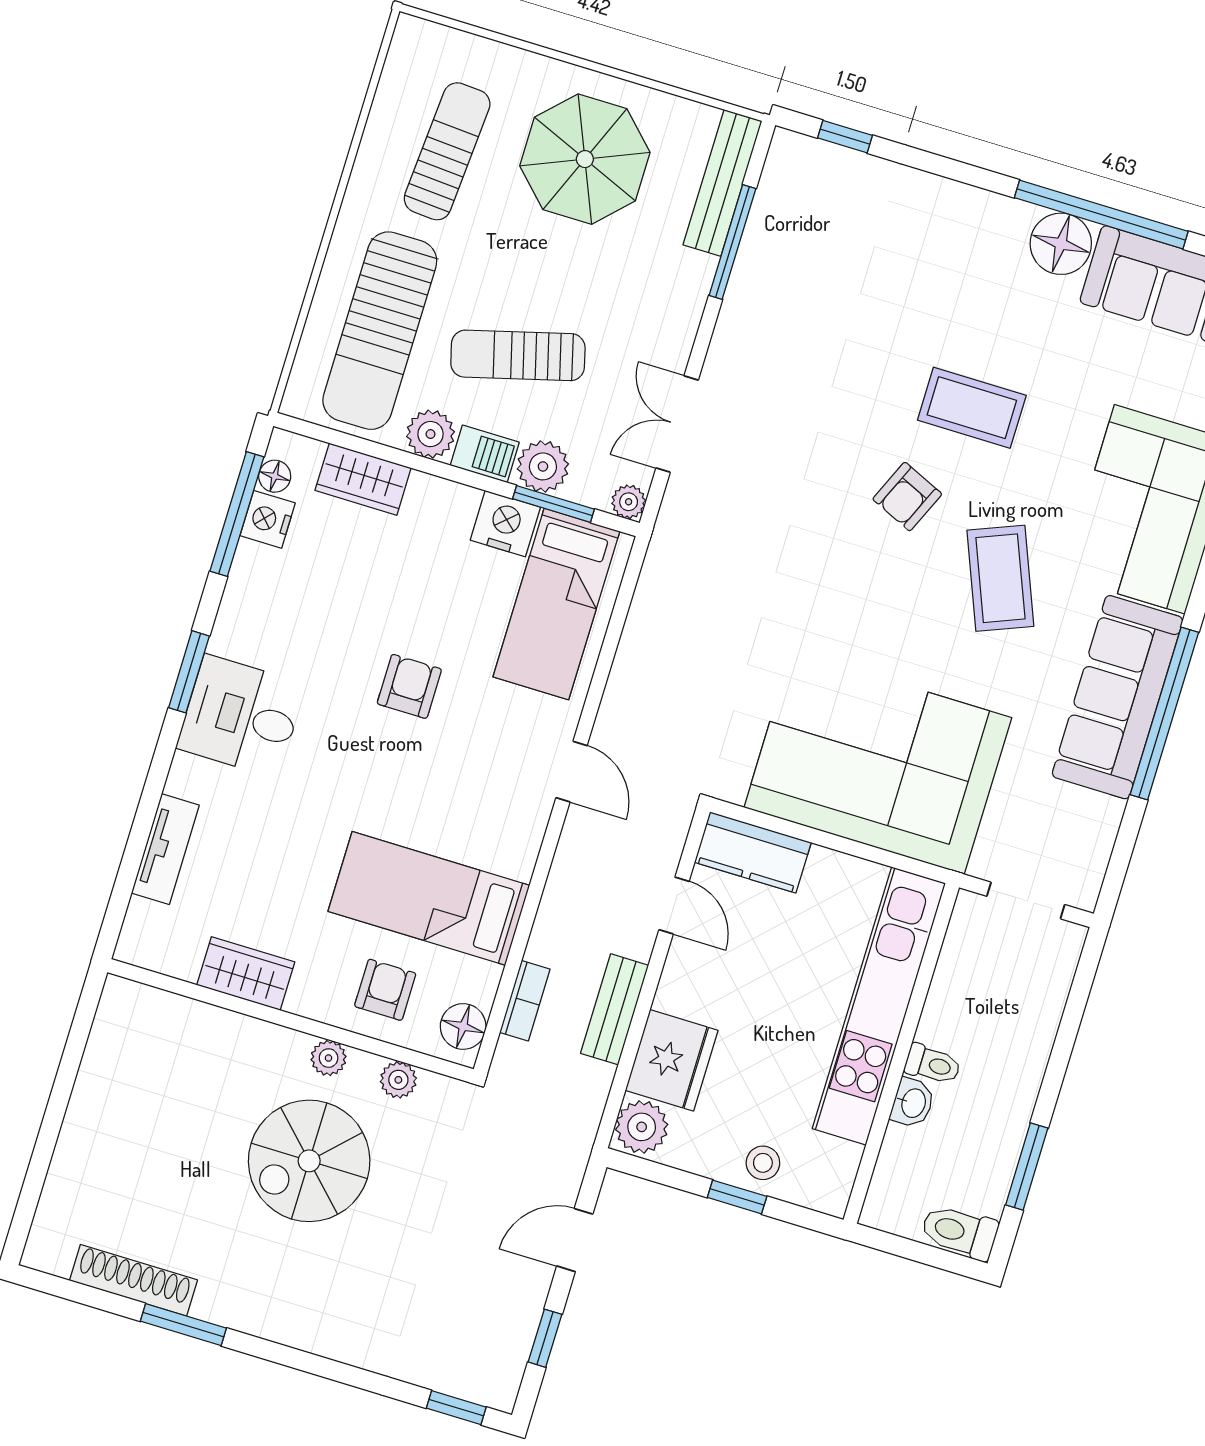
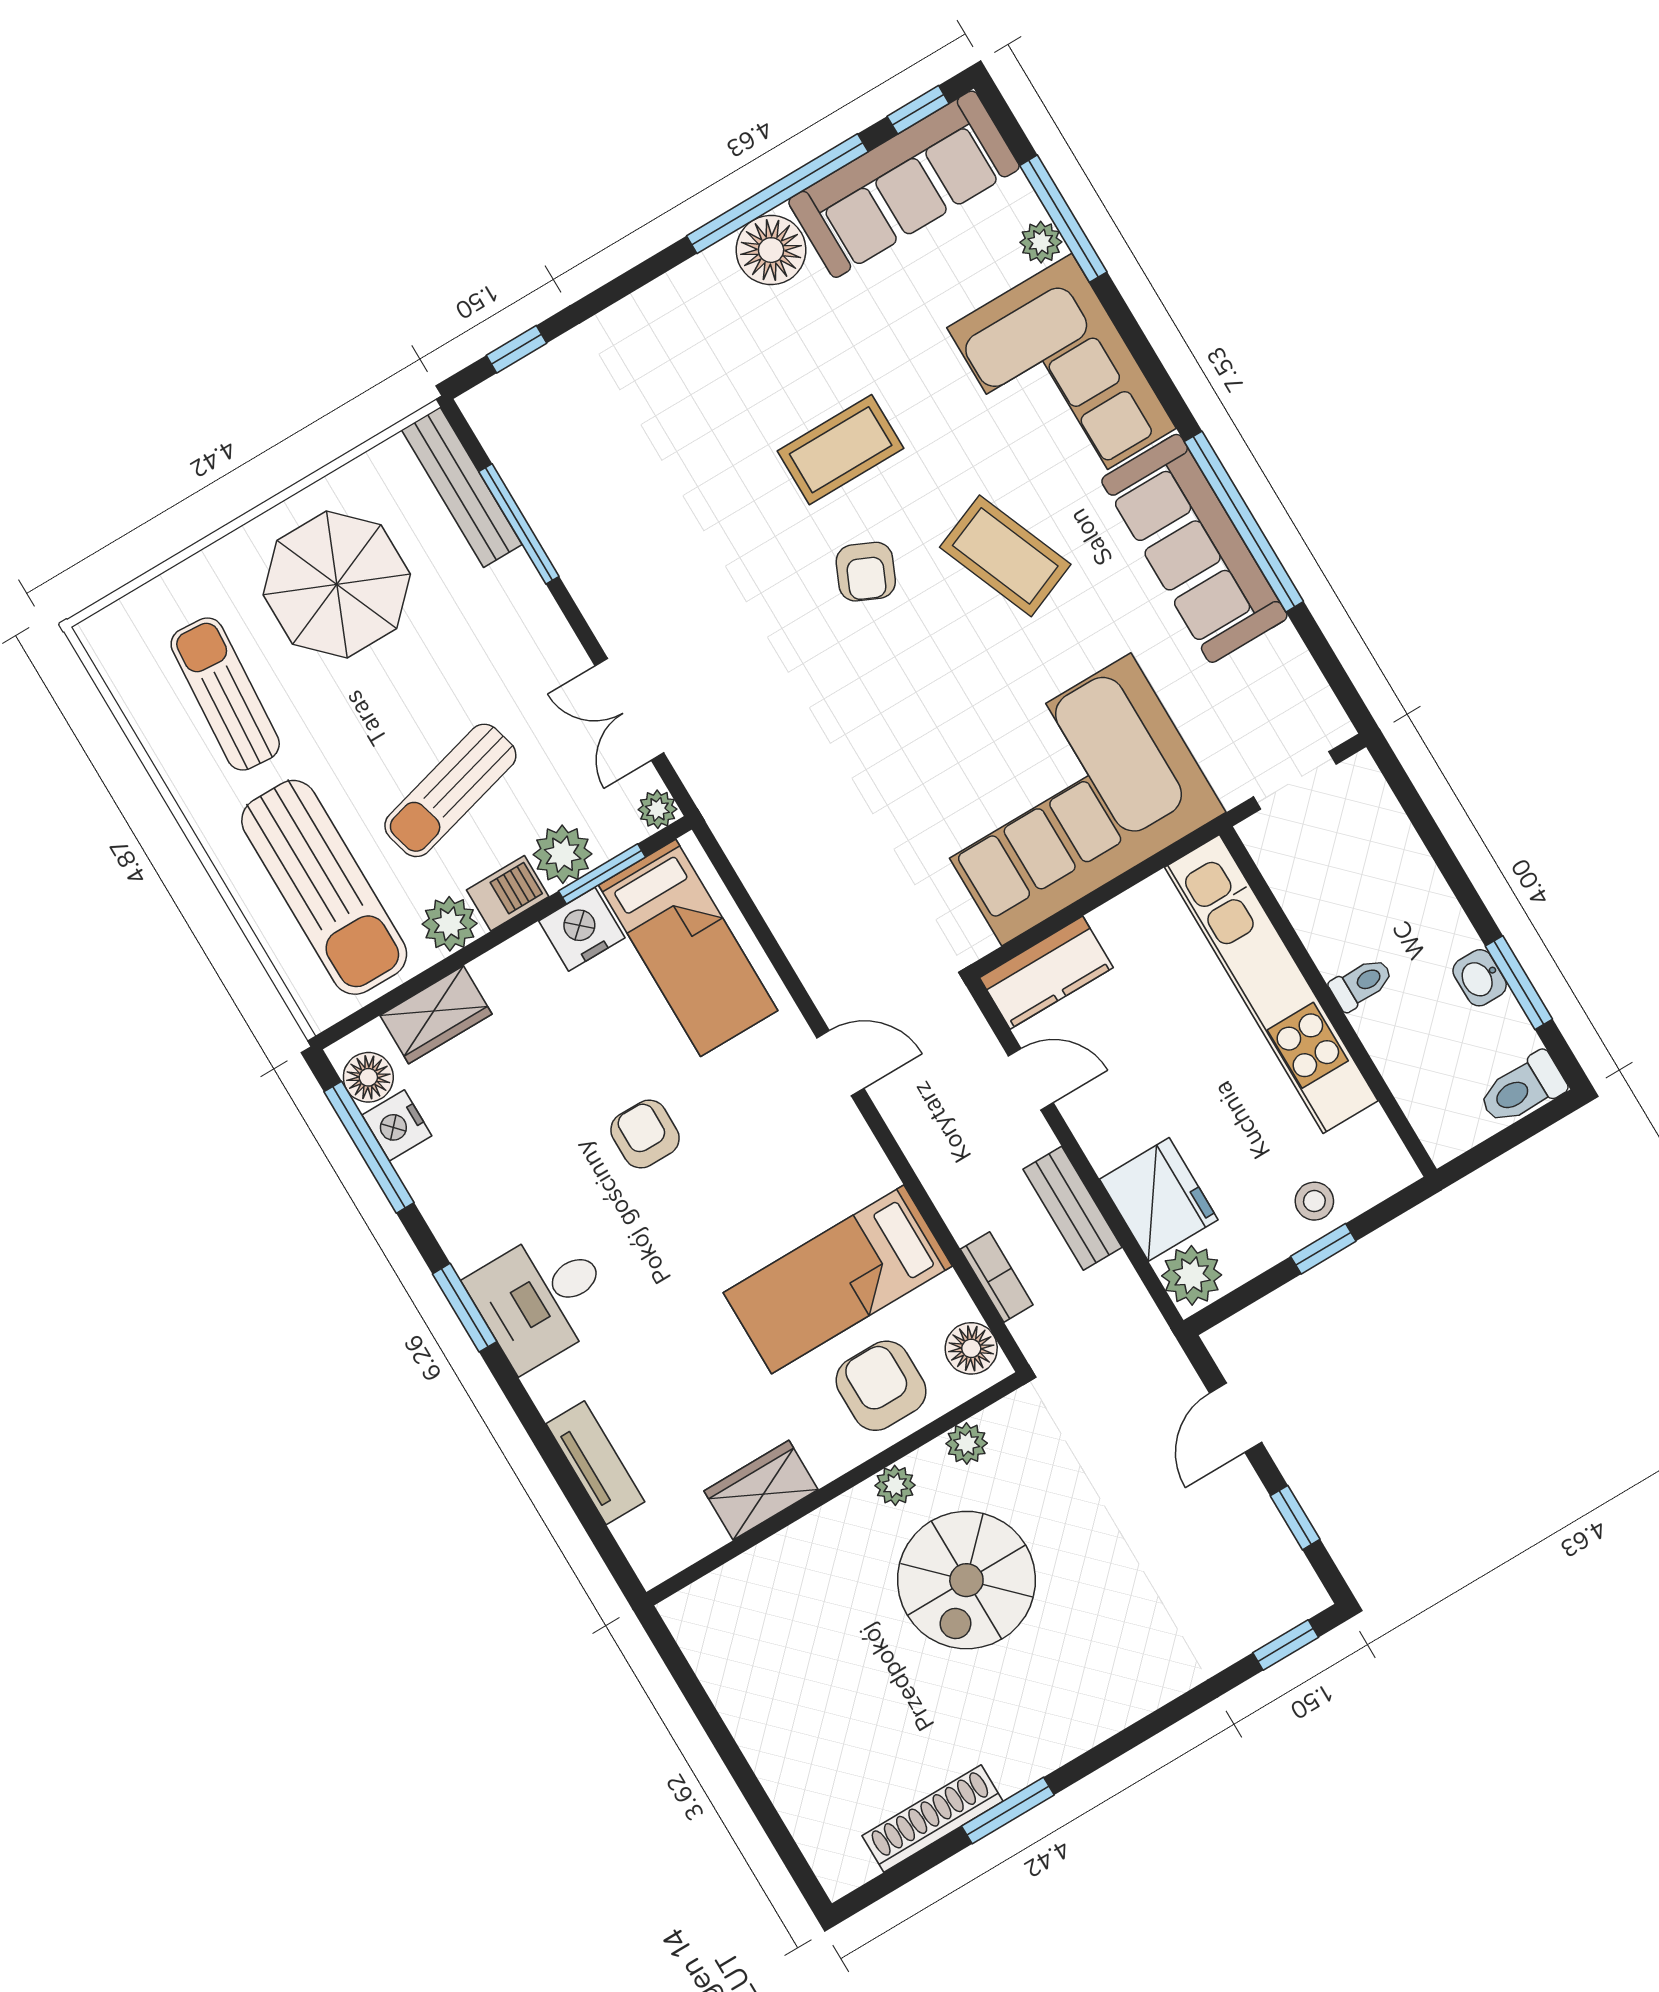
floor lamp: (275, 476) -> (368, 1077), width x1.37, depth x1.37
armchair: (385, 990) -> (881, 1386), width x1.38, depth x1.38
washbasin: (913, 1103) -> (1480, 978), moved, turned 180

